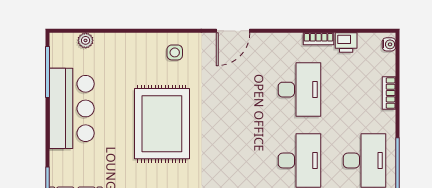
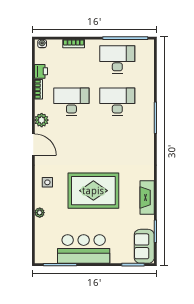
plant: (86, 40) -> (40, 213), moved
plant: (271, 43) -> (42, 120), added

